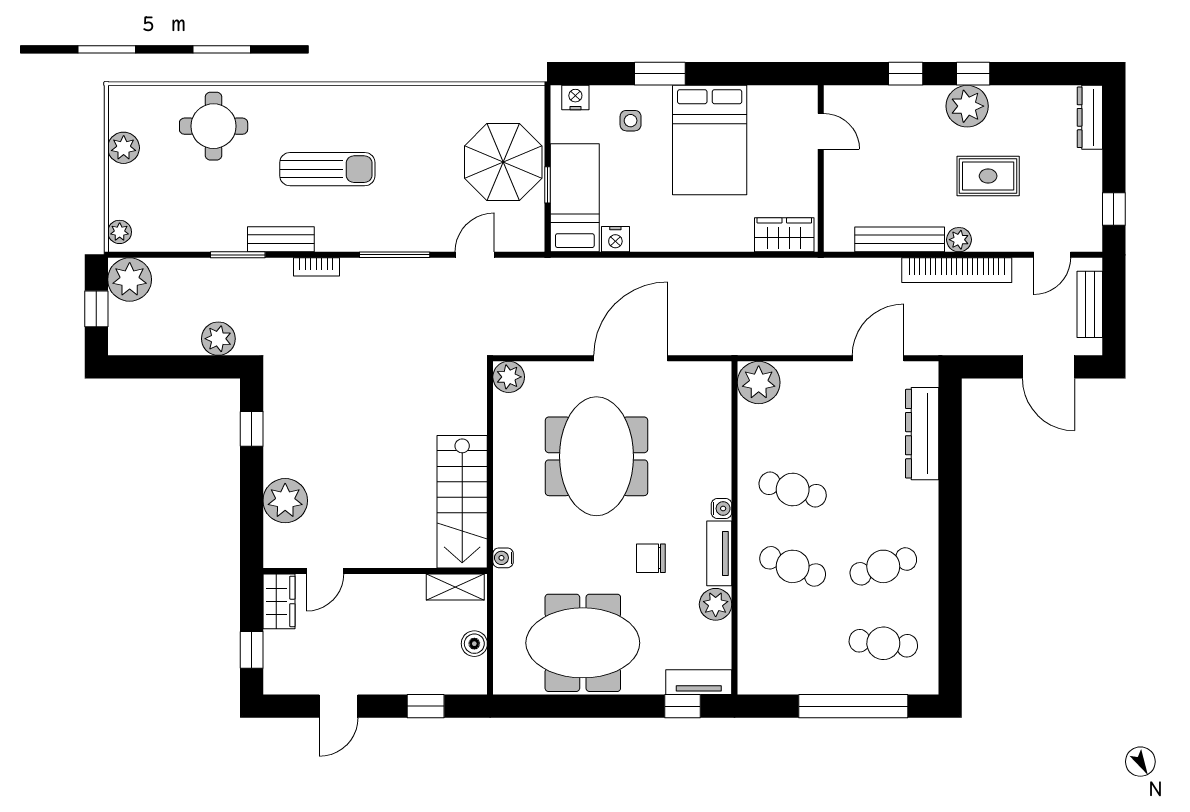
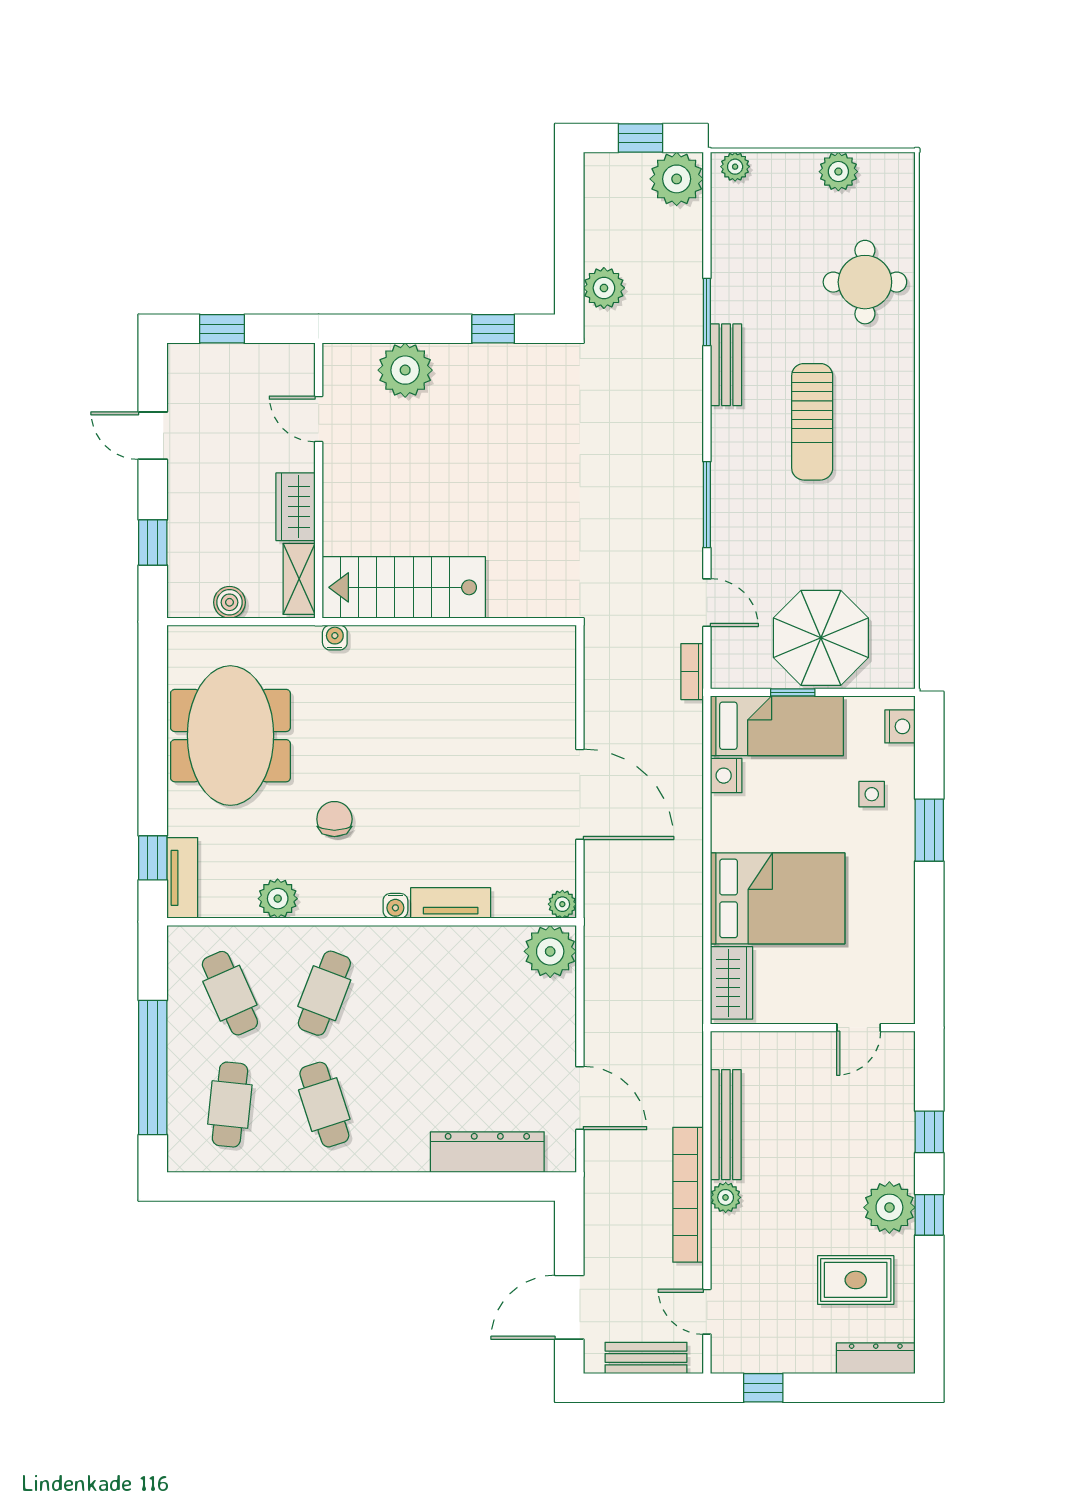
bed: (710, 140) -> (778, 898), moved, turned 180
rug: (988, 176) -> (856, 1280), moved, turned 90
bookcase: (316, 267) -> (692, 672), moved
plant: (509, 377) -> (562, 904), moved, width x0.73, depth x0.73
meeting table: (596, 456) -> (460, 752), removed
cafe table: (793, 490) -> (230, 993), moved, turned -39
tv unit: (719, 553) -> (451, 903), moved
wardrobe: (279, 601) -> (295, 507), moved, turned 90

